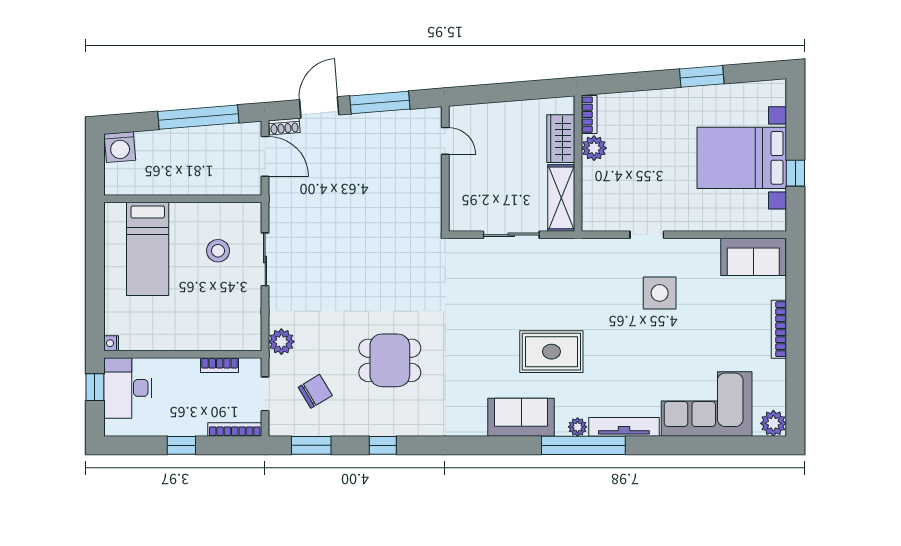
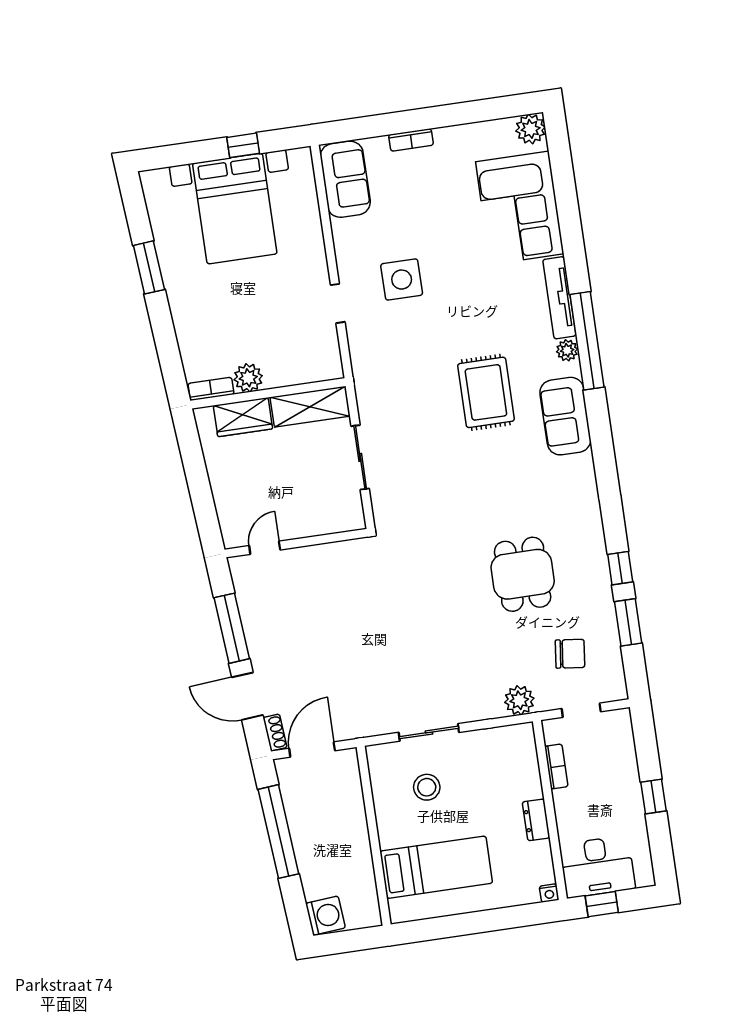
bookcase: (779, 329) -> (411, 140), width x0.64
dresser: (176, 341) -> (536, 820), added
chair: (315, 391) -> (570, 654), turned 128
bookcase: (235, 429) -> (627, 739), removed
window: (311, 445) -> (628, 622), moved

